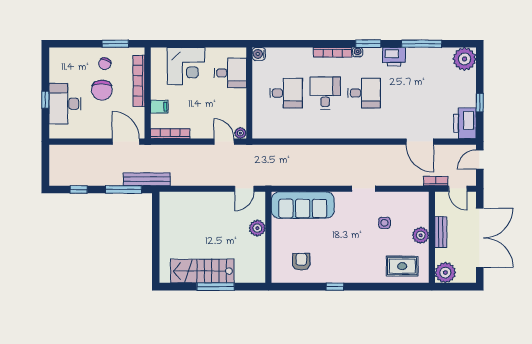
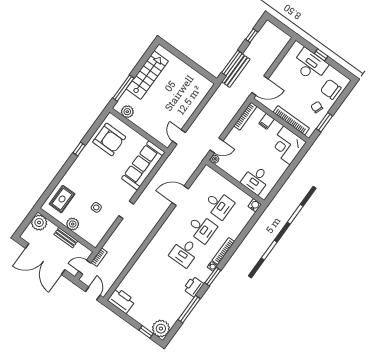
corner desk: (186, 66) -> (287, 145), moved
chair: (102, 90) -> (331, 89), moved
desk: (286, 93) -> (219, 205), turned -90
window: (480, 103) -> (146, 332), moved
door: (420, 142) -> (180, 196), moved
bench: (147, 179) -> (236, 71), moved
plant: (257, 228) -> (127, 112), moved
armchair: (301, 262) -> (109, 139), width x1.88, depth x1.88
window: (216, 287) -> (123, 88), moved

